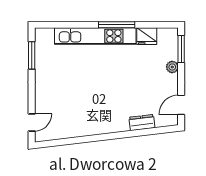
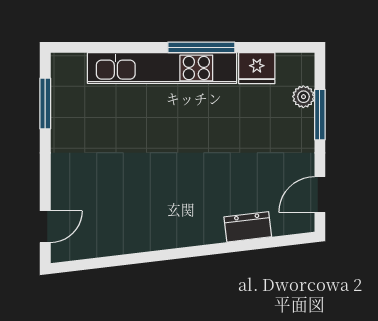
window: (181, 49) -> (320, 115), moved
plant: (172, 67) -> (303, 97), moved

